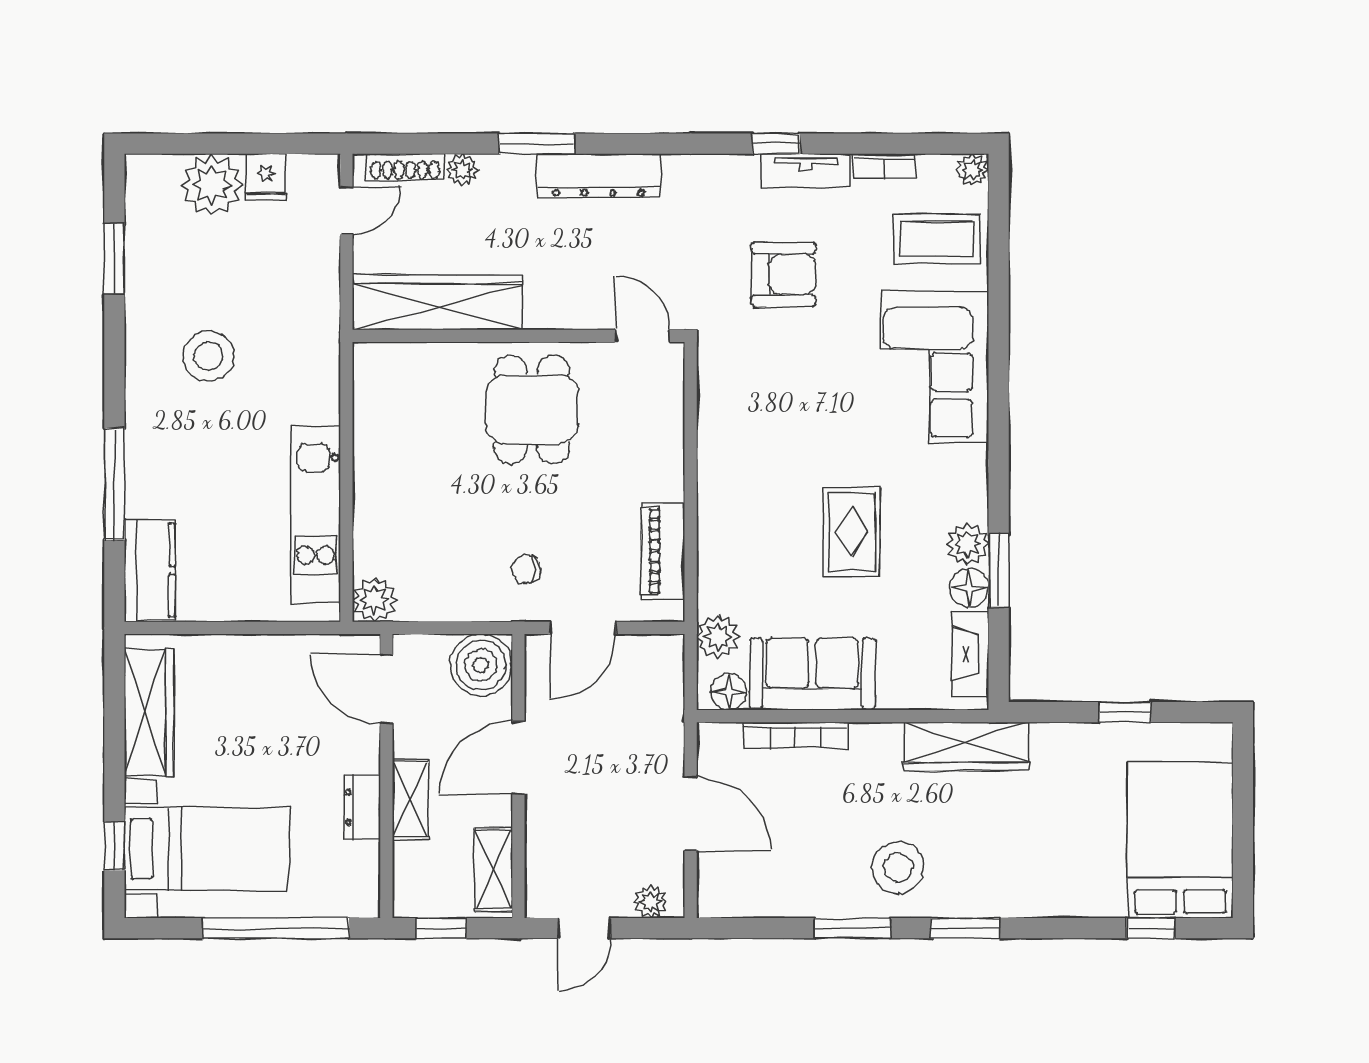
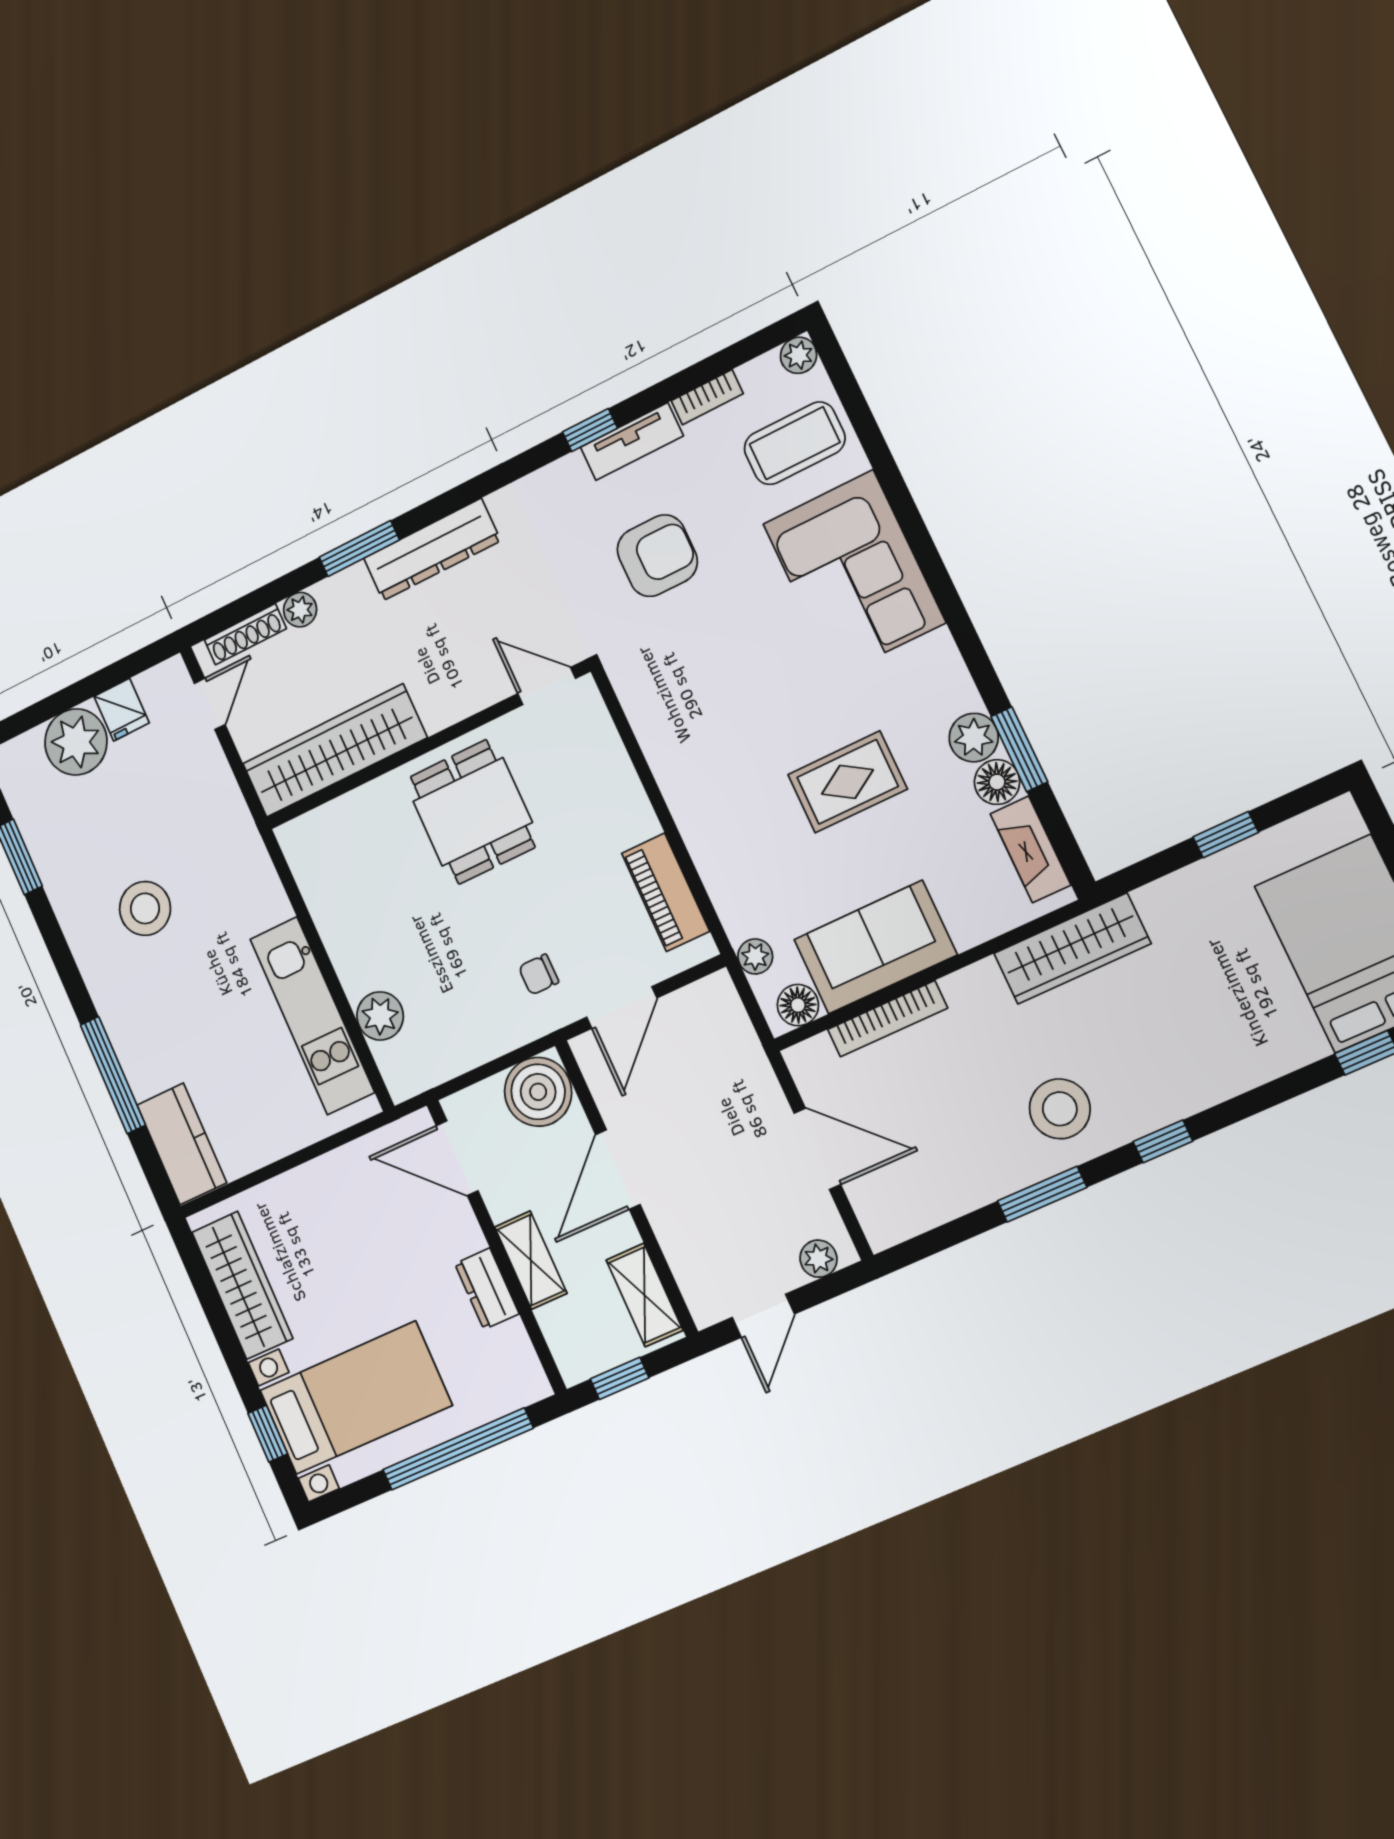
rug: (852, 532) -> (847, 782), turned 90
plant: (374, 600) -> (380, 1016), moved
plant: (718, 637) -> (755, 956), width x0.73, depth x0.73
window: (966, 928) -> (1163, 1141), width x0.67

